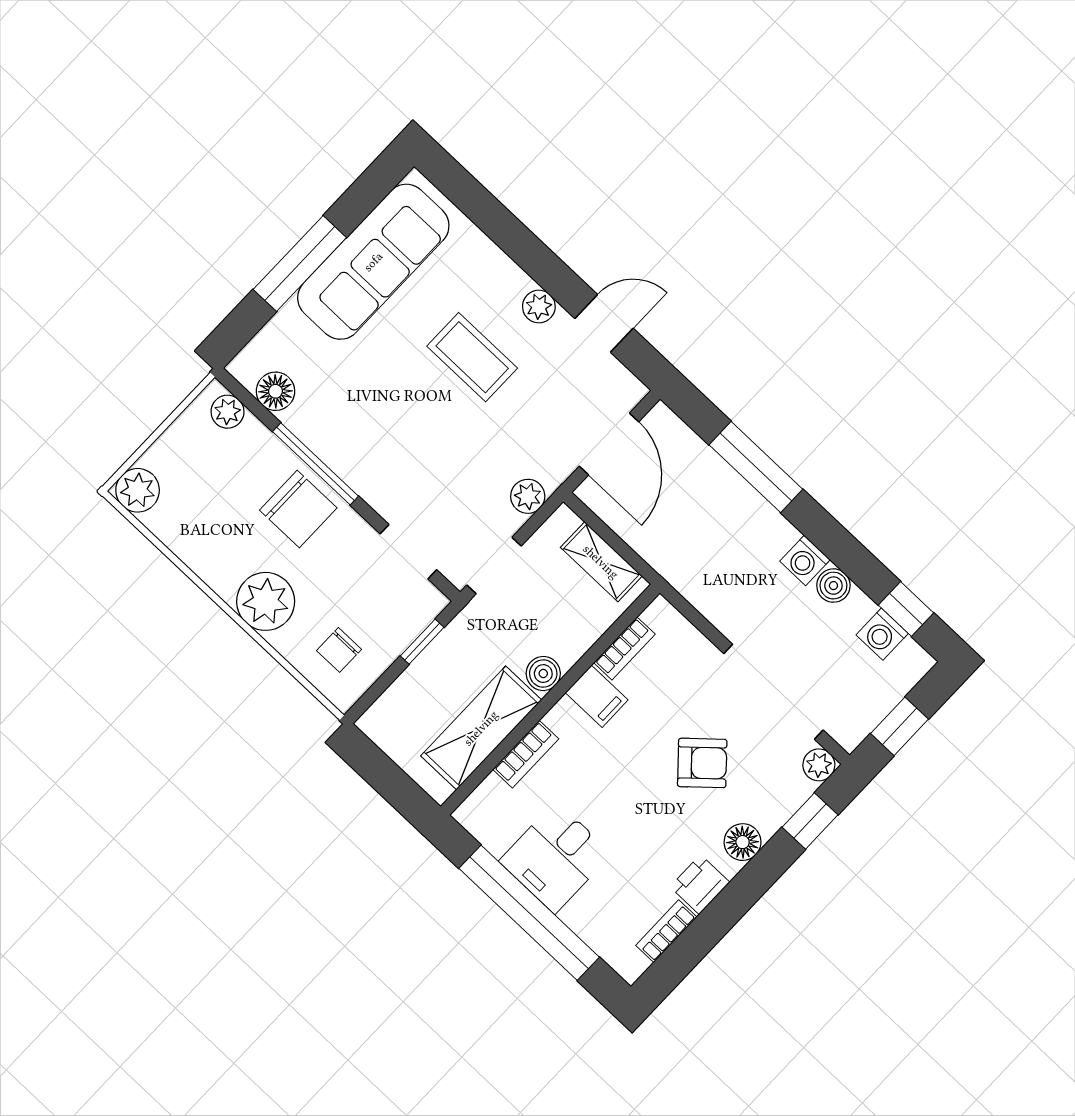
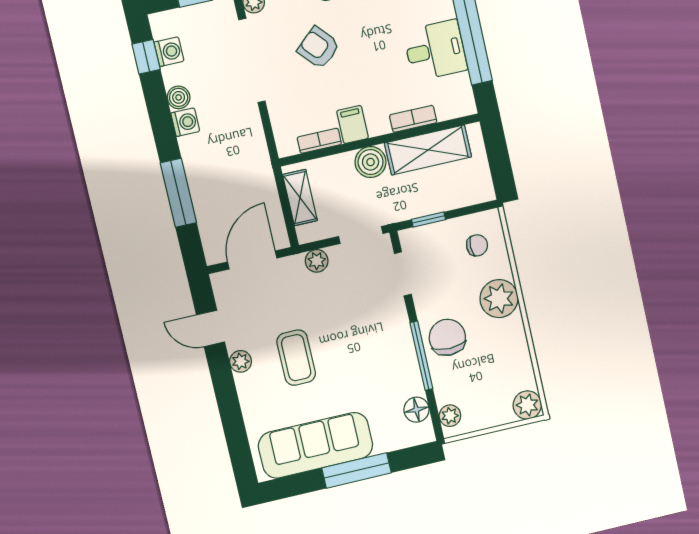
boiler: (543, 674) -> (371, 162), width x1.36, depth x1.36

